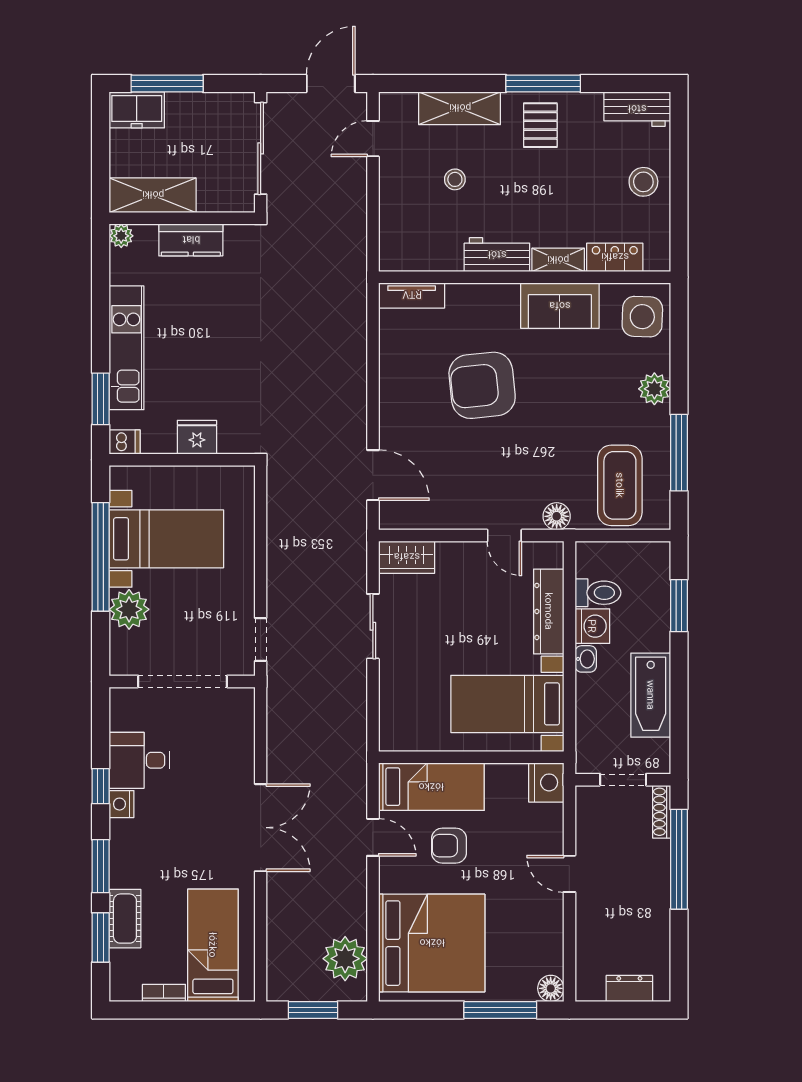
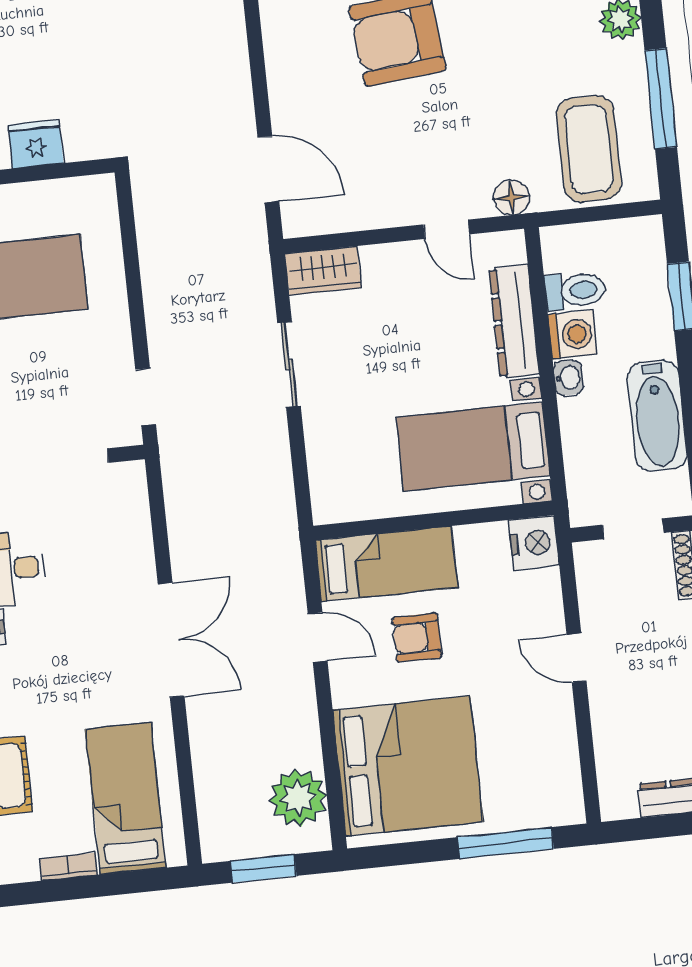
floor lamp: (551, 988) -> (568, 808), removed

